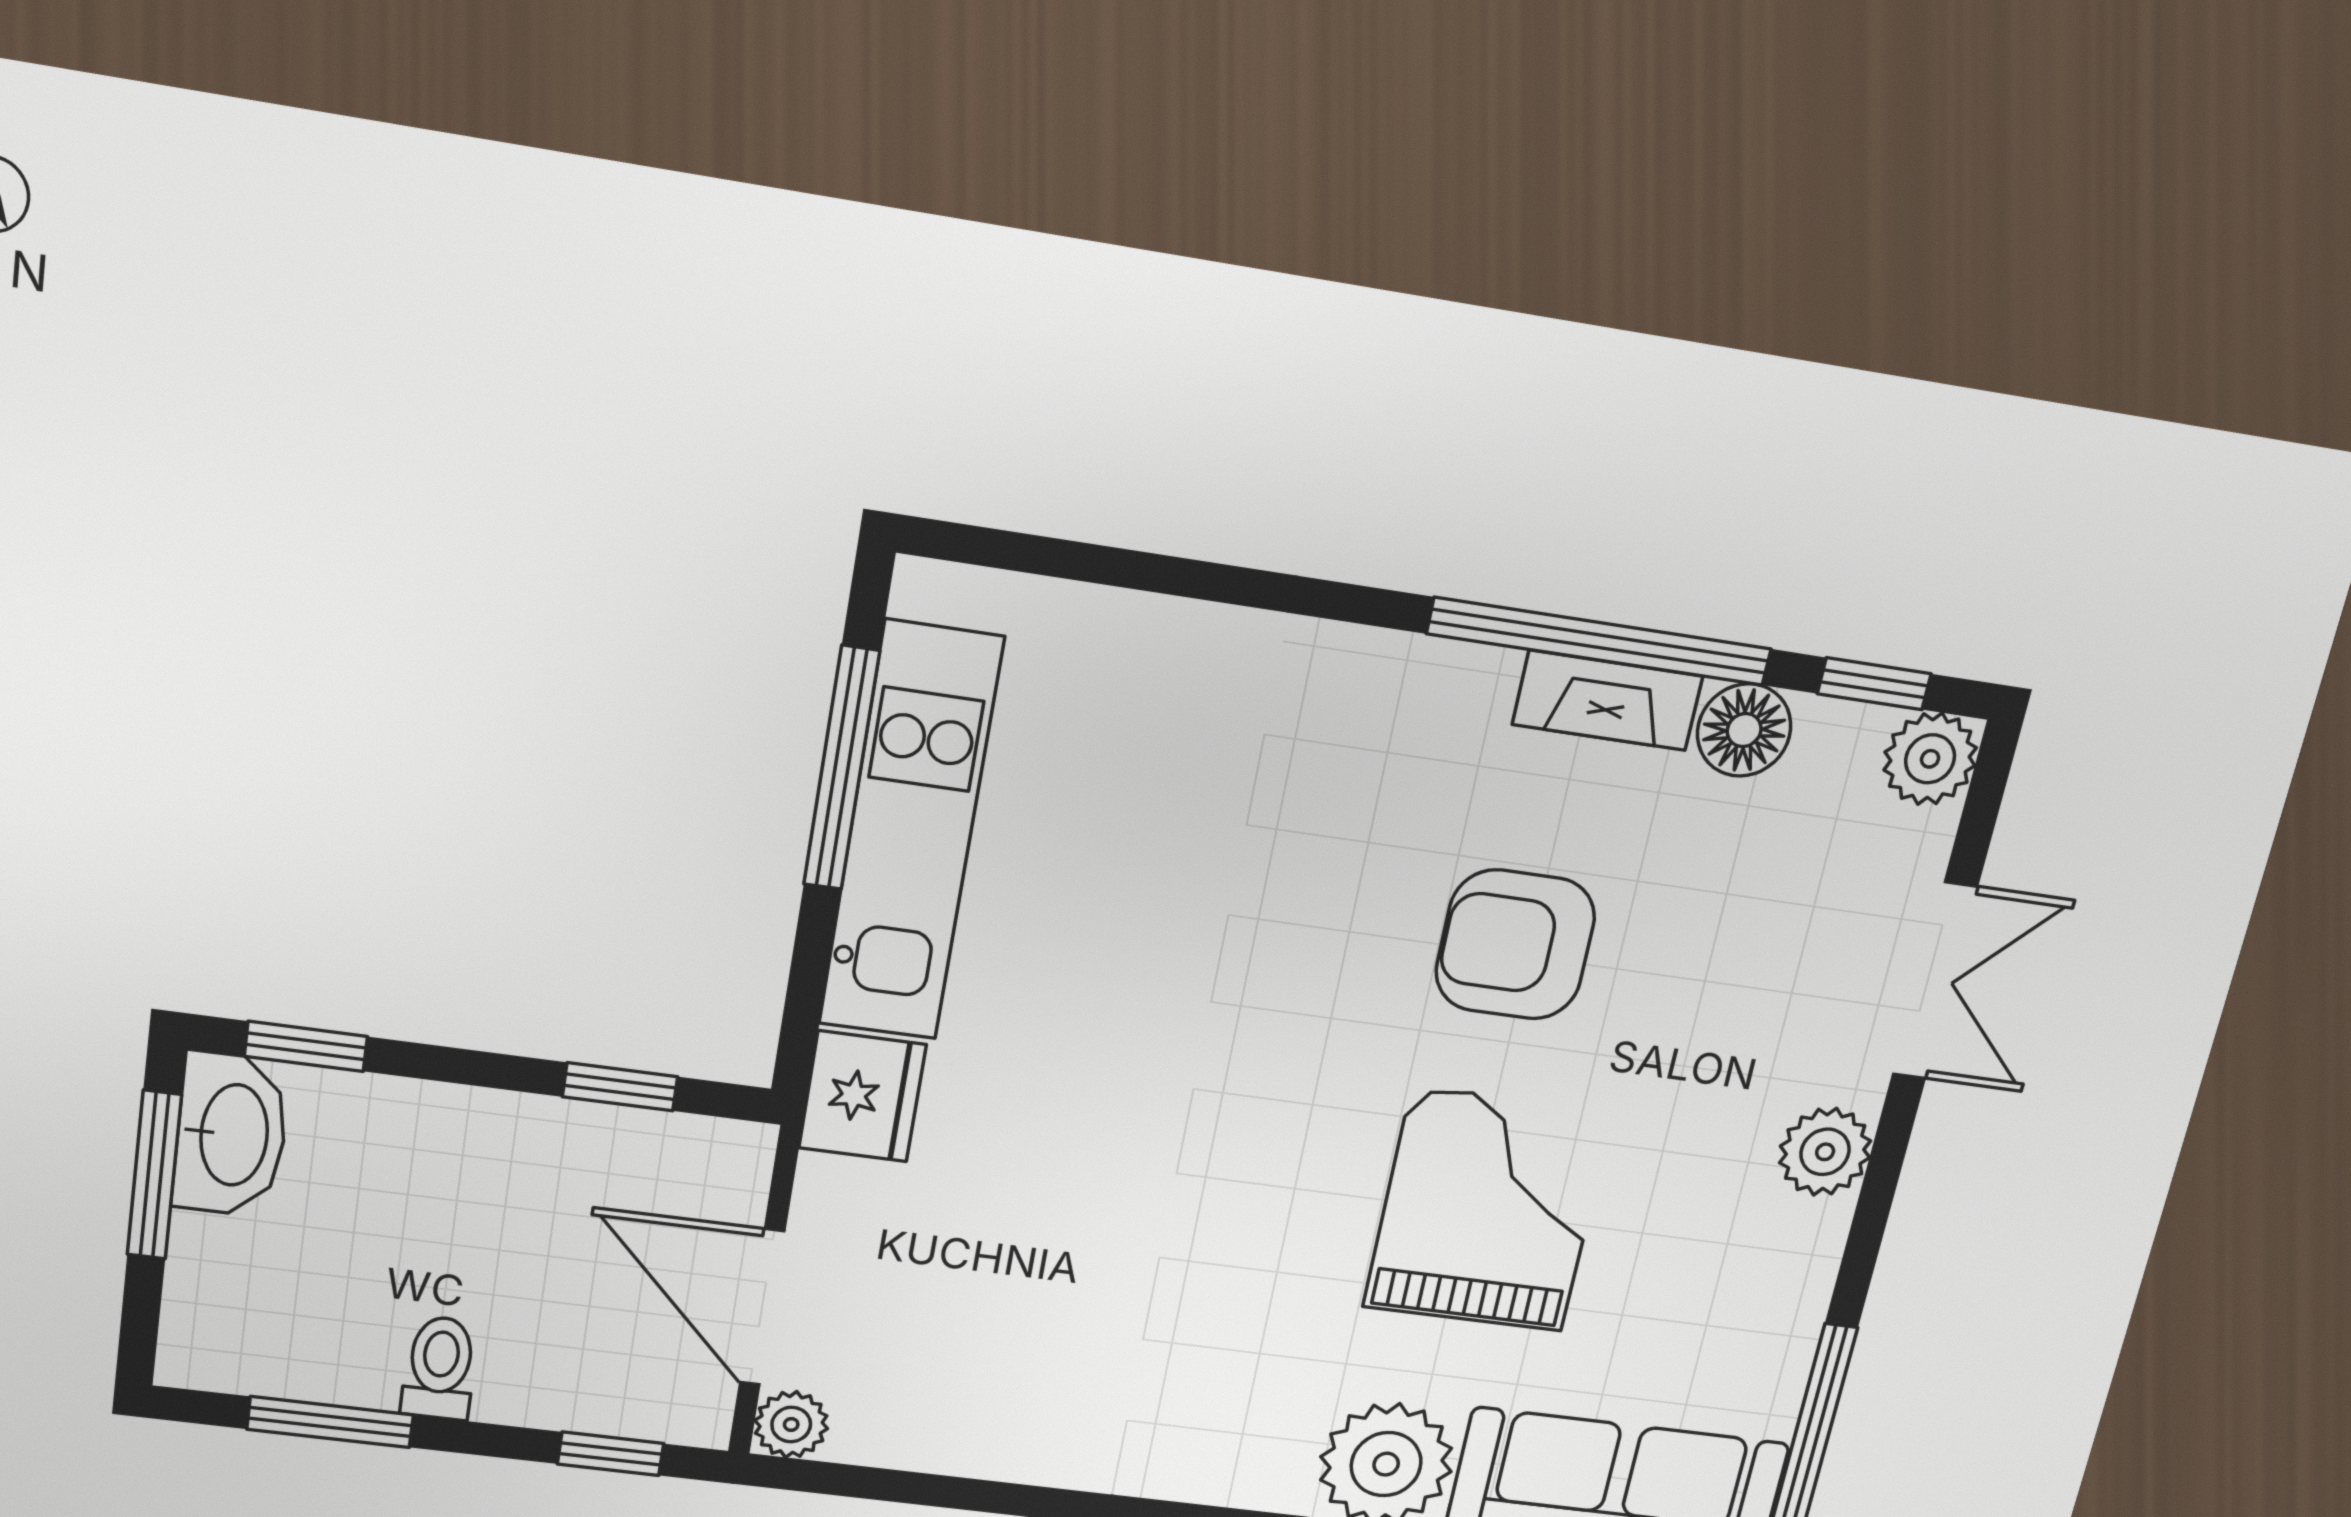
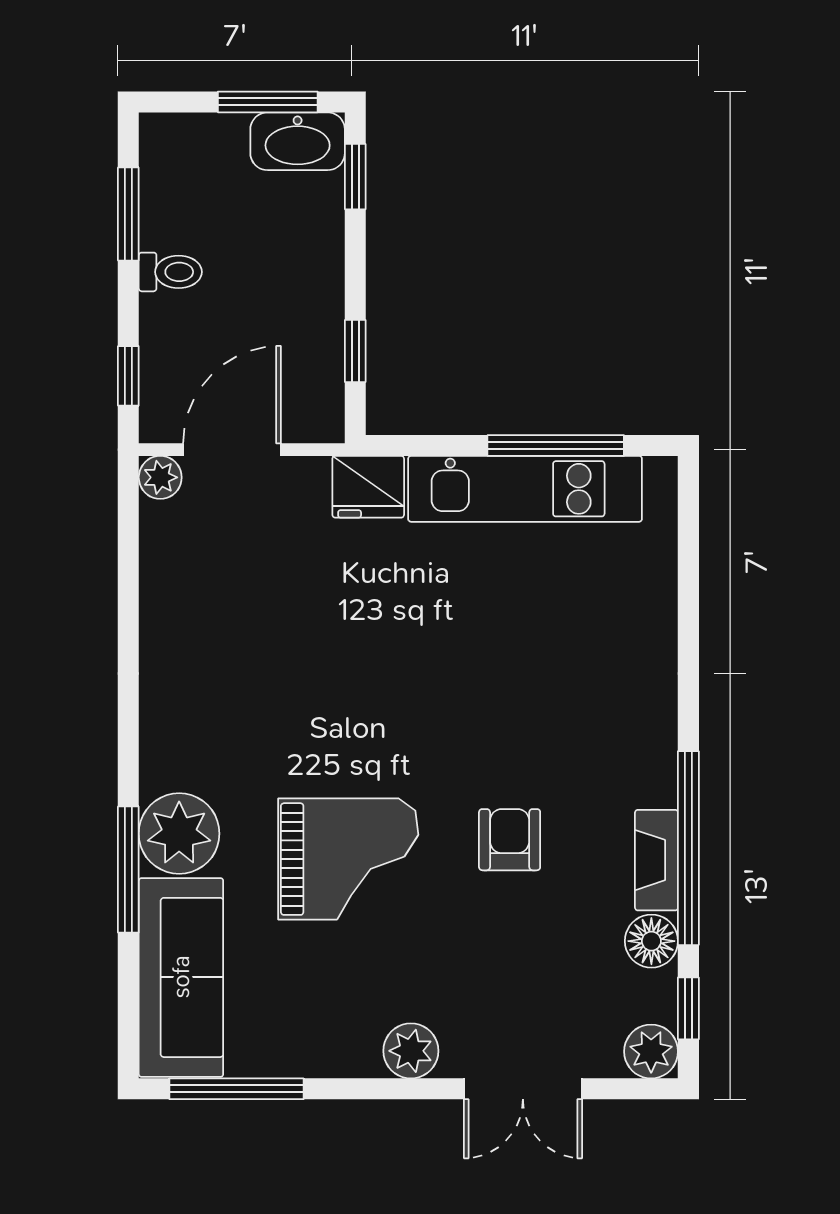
armchair: (1515, 945) -> (510, 840), width x0.72, depth x0.72

